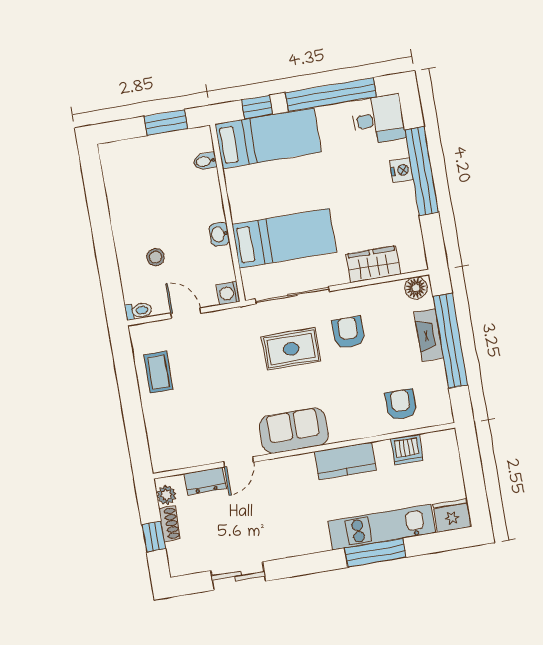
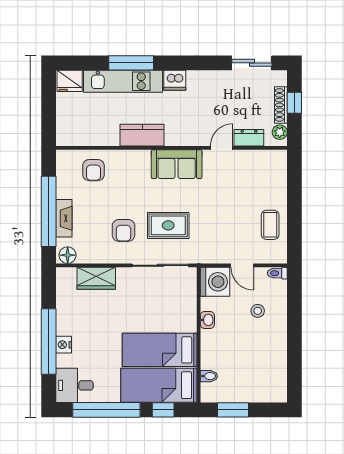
bed: (284, 238) -> (160, 350), moved
washing machine: (228, 293) -> (215, 282), width x1.89, depth x1.89
dishwasher: (407, 449) -> (175, 80), moved, turned 180
shoe rack: (170, 524) -> (281, 105), width x1.43
sliding door: (238, 576) -> (252, 63), moved

